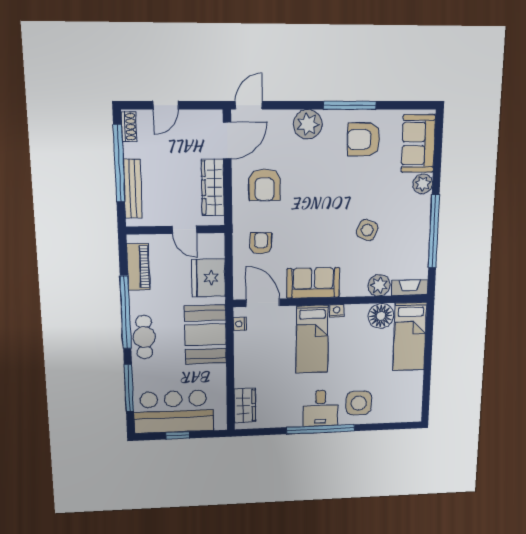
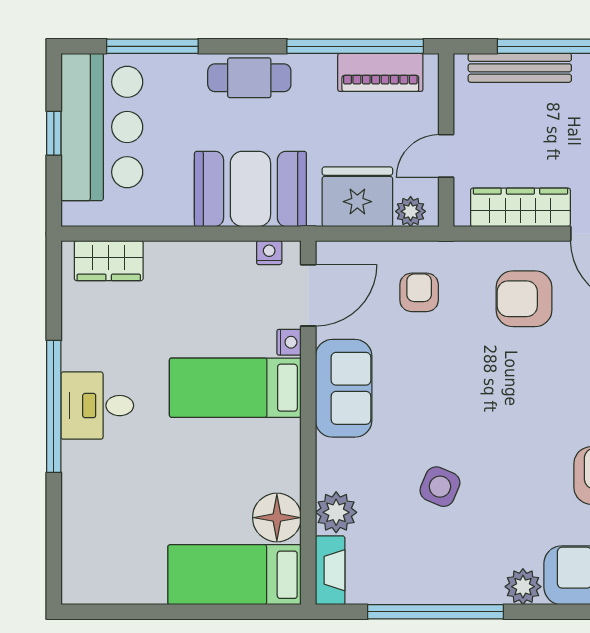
armchair: (261, 243) -> (419, 292), turned -90
plant: (216, 249) -> (411, 211), added
nightstand: (337, 311) -> (289, 342), moved
window: (126, 312) -> (355, 46), moved
side table: (359, 403) -> (104, 480), removed

